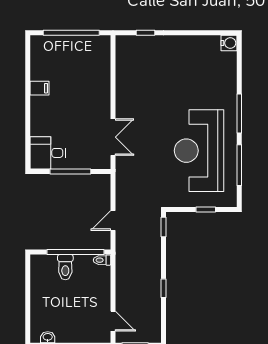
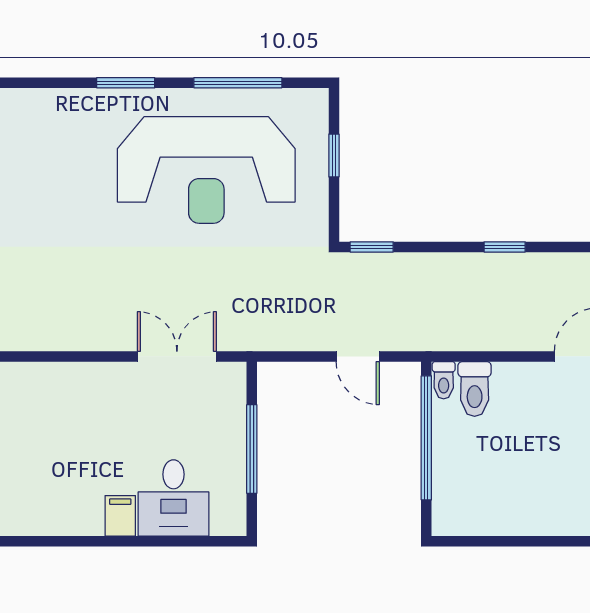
filing cabinet: (40, 88) -> (120, 516), moved
window: (239, 113) -> (126, 83), width x0.69
desk: (48, 153) -> (173, 498), moved
toilet: (65, 267) -> (475, 389), moved, turned 90

